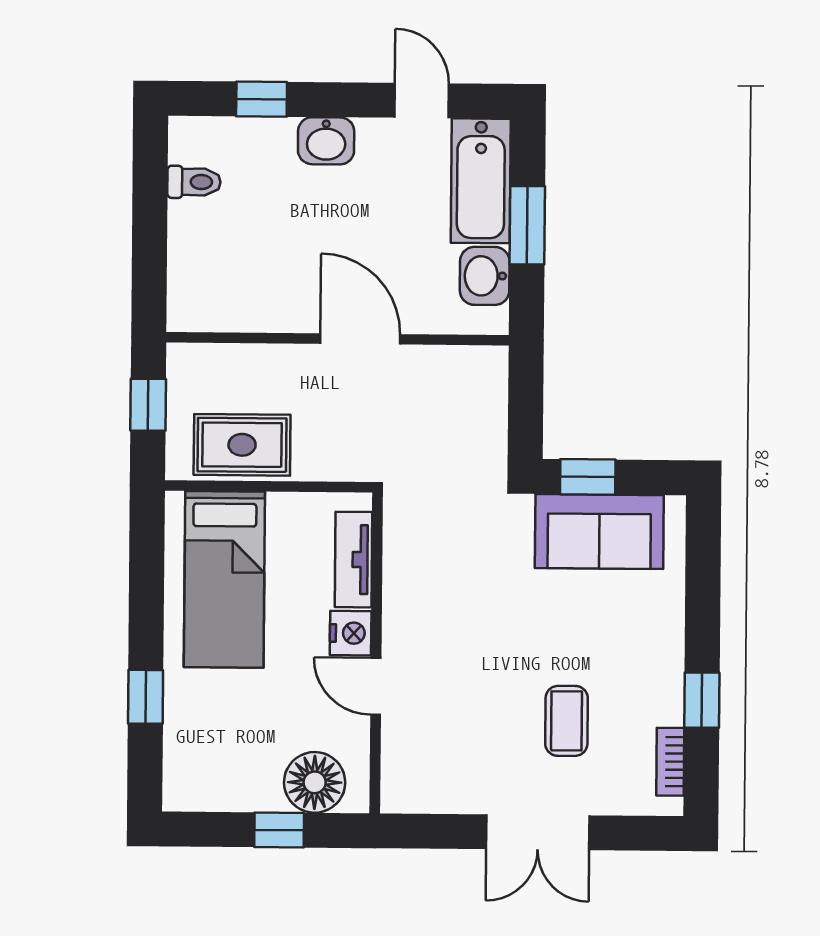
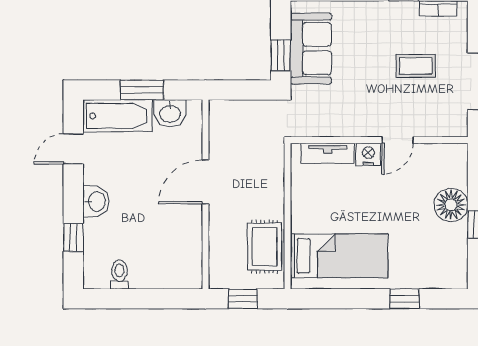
tv unit: (353, 560) -> (328, 153), moved
nightstand: (351, 633) -> (368, 154), moved
wall: (376, 653) -> (379, 140), moved
door: (376, 686) -> (398, 140), moved

